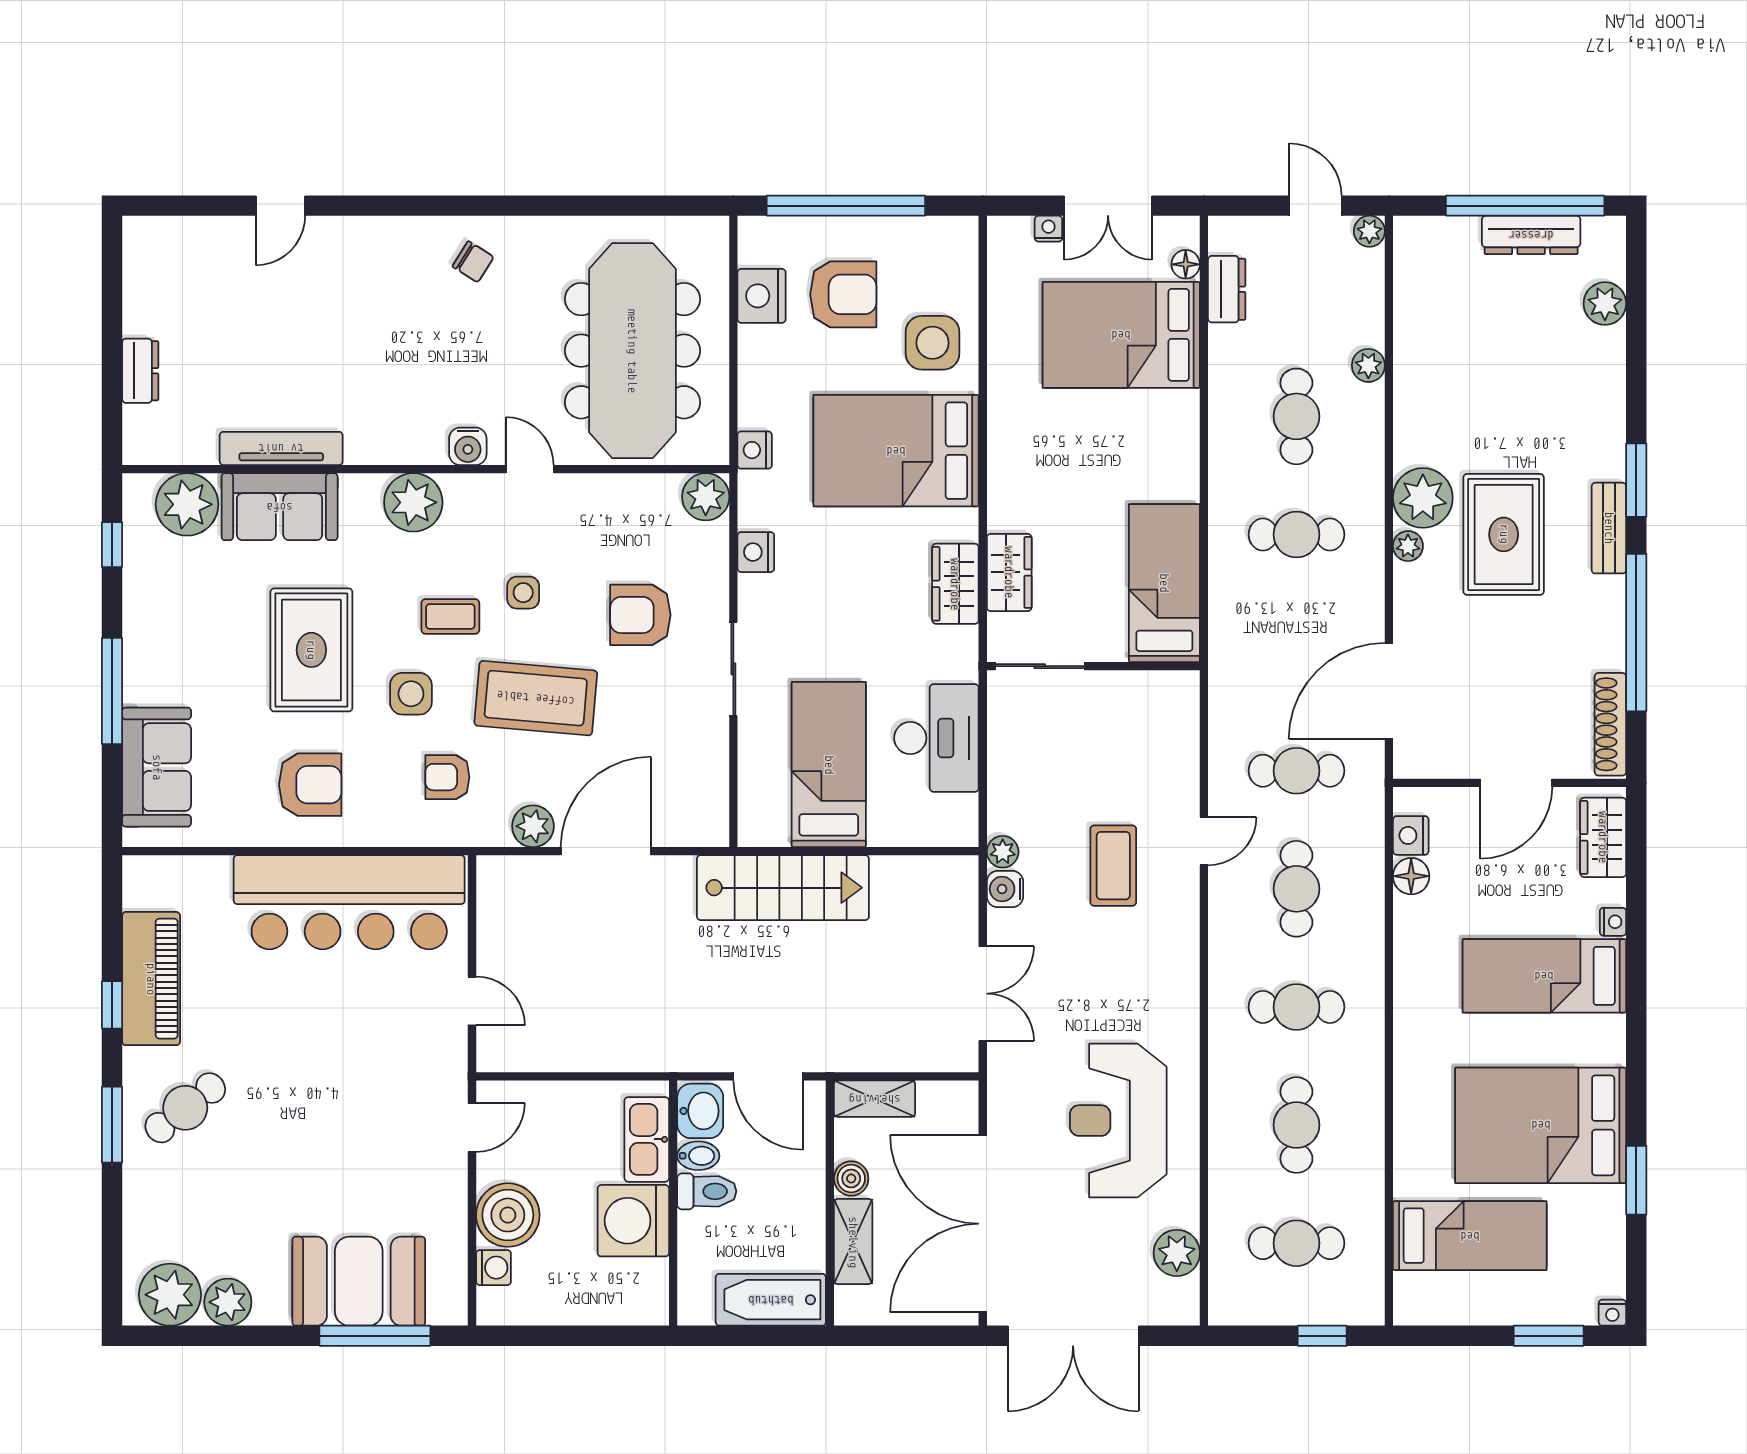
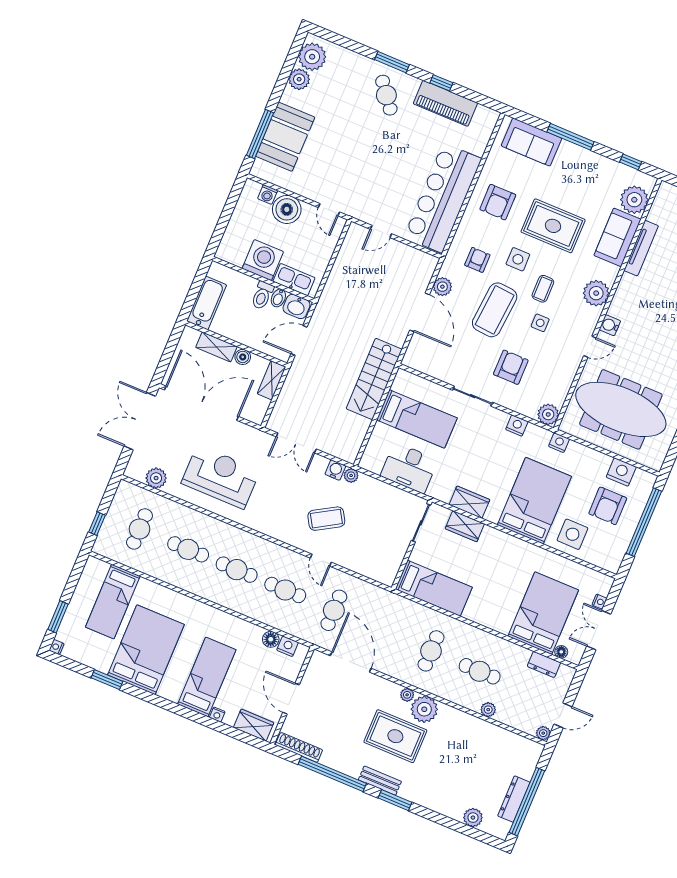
coffee table: (1113, 866) -> (326, 519), turned -31
cafe table: (1296, 1007) -> (237, 570), turned 90

